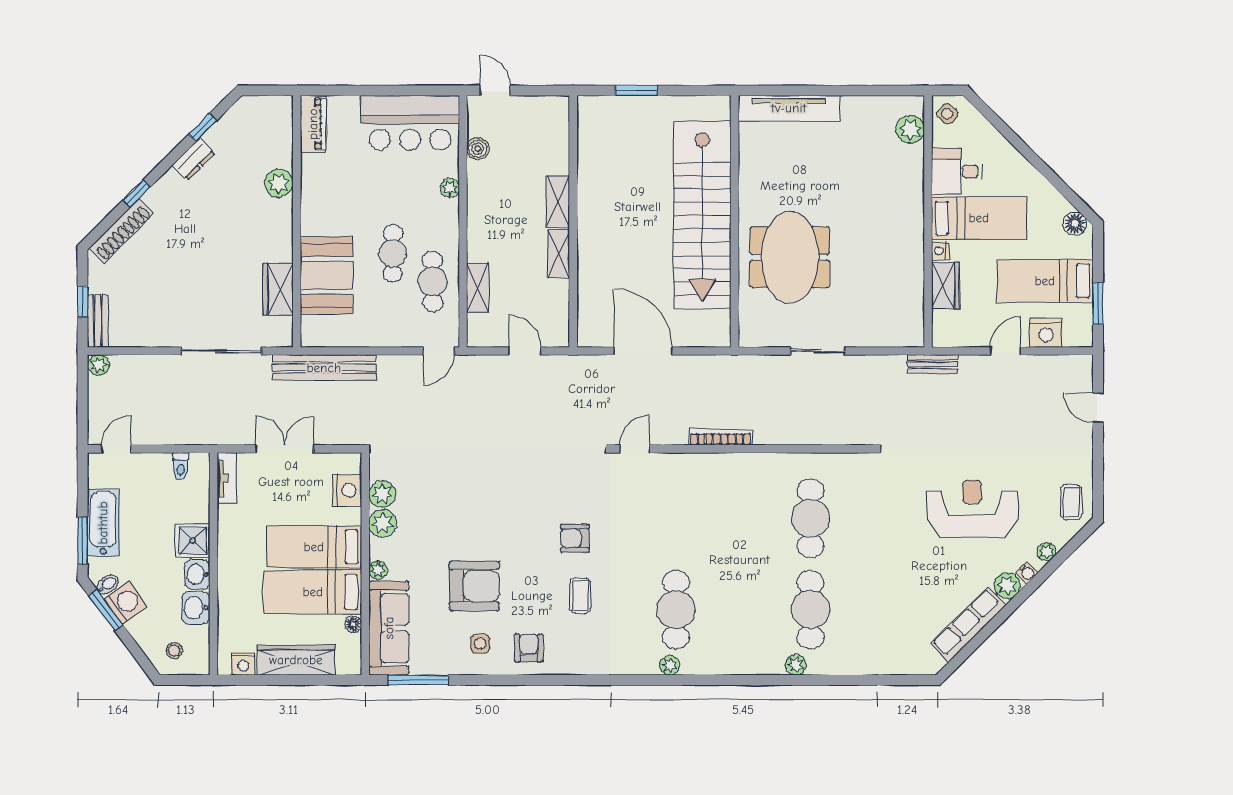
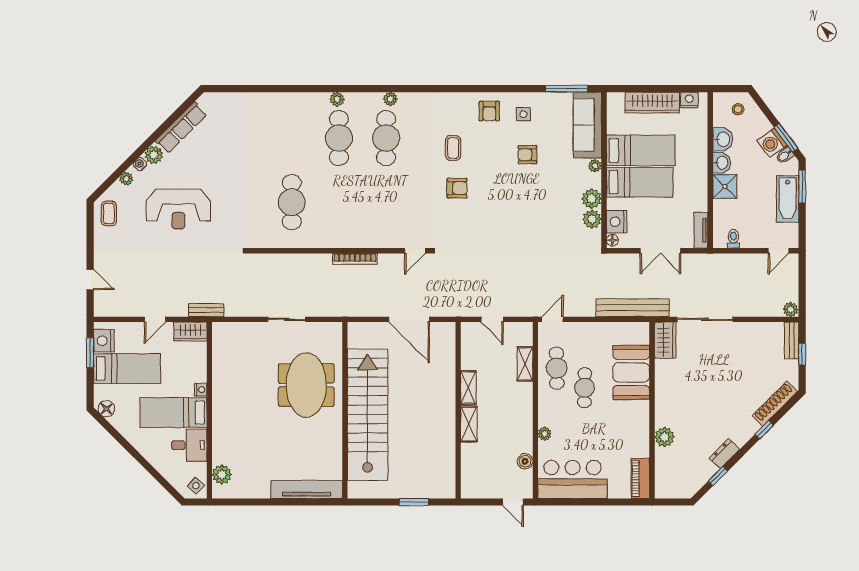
wardrobe: (945, 286) -> (190, 332), moved, turned -90
wardrobe: (278, 290) -> (665, 340), moved
nightstand: (1046, 333) -> (104, 341), moved, turned -90
armchair: (474, 586) -> (527, 155), width x0.53, depth x0.53
cafe table: (810, 610) -> (339, 138), moved
floor lamp: (353, 624) -> (612, 240), moved
plant: (796, 665) -> (337, 99), moved

